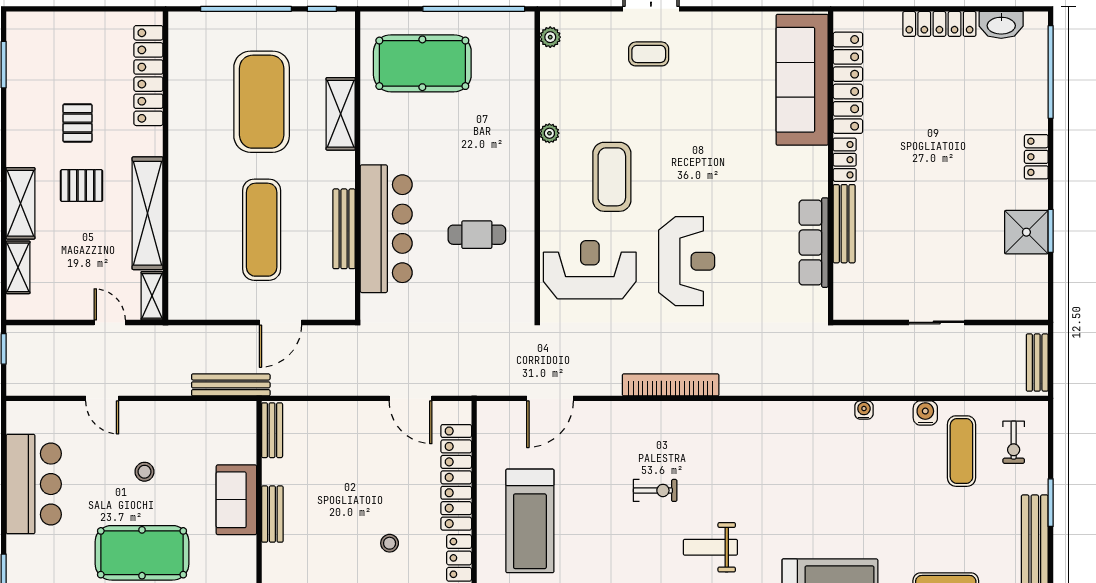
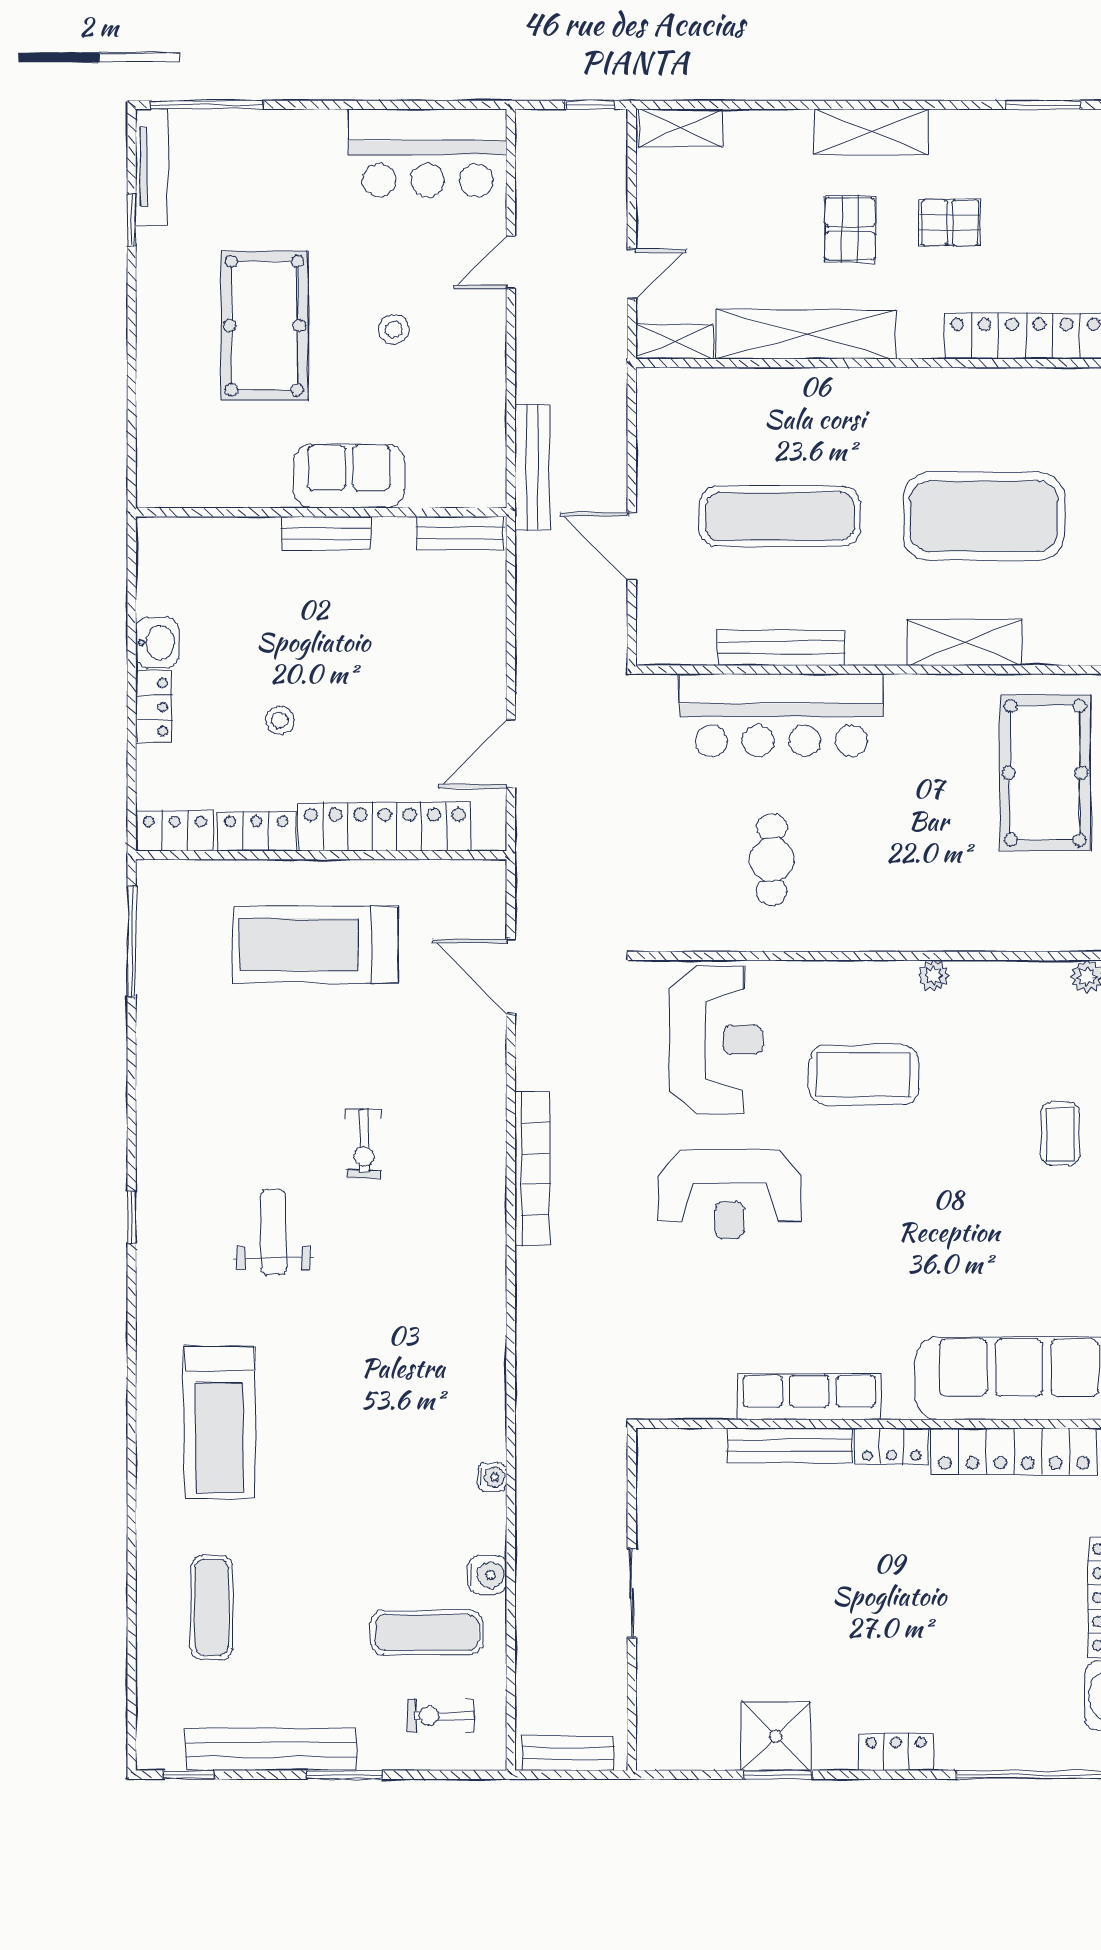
shelving: (20, 203) -> (871, 132), moved
row of seats: (814, 243) -> (809, 1397), moved
shelving: (18, 267) -> (681, 128), moved
bar counter: (34, 484) -> (428, 153), moved

